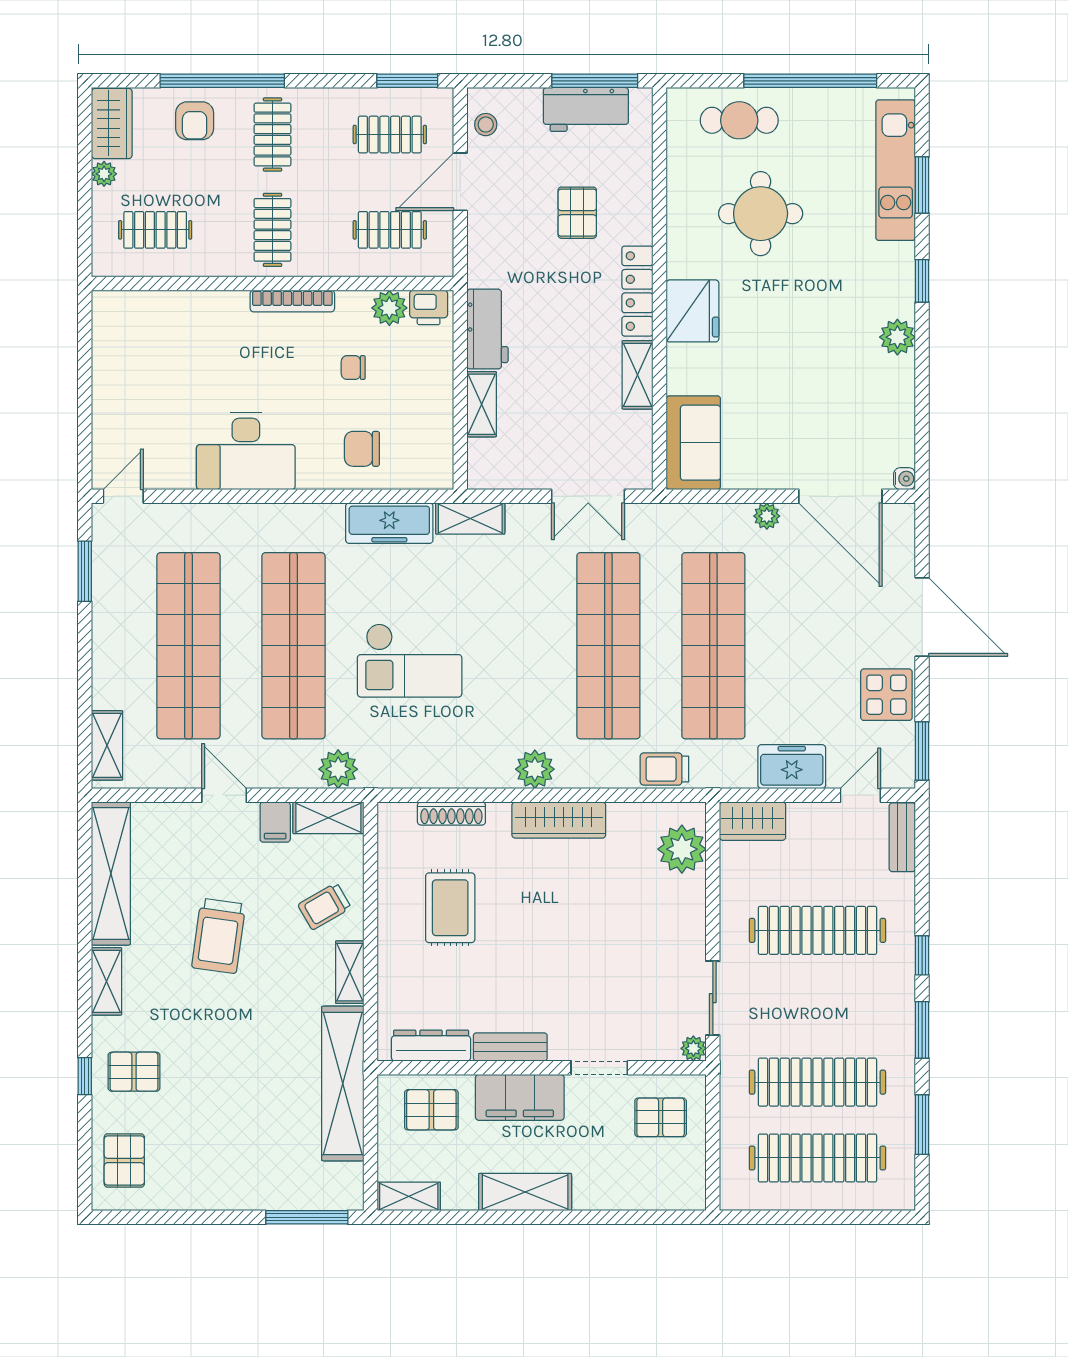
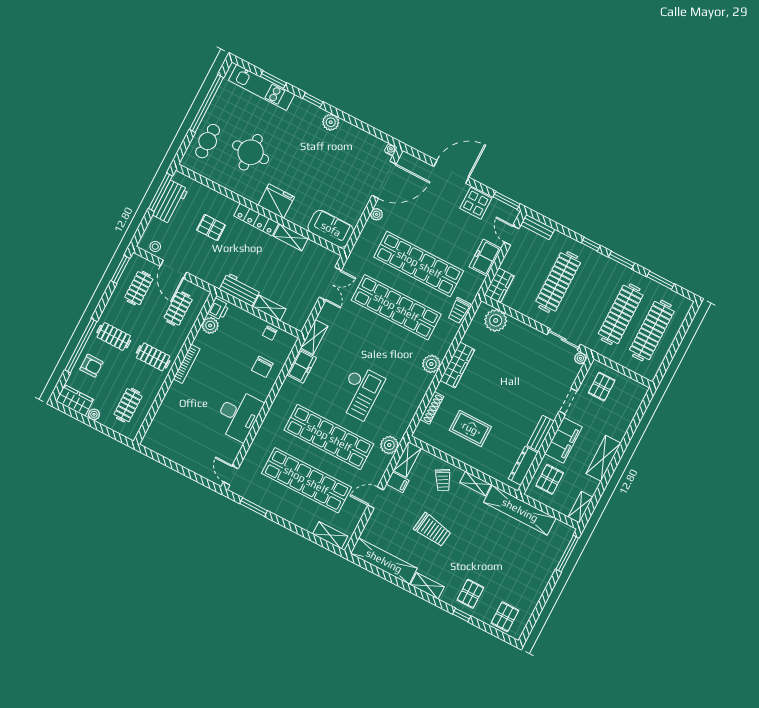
chair: (353, 368) -> (270, 333), moved
freezer: (389, 523) -> (302, 366), width x0.71
pallet: (124, 1160) -> (505, 617), turned 90

